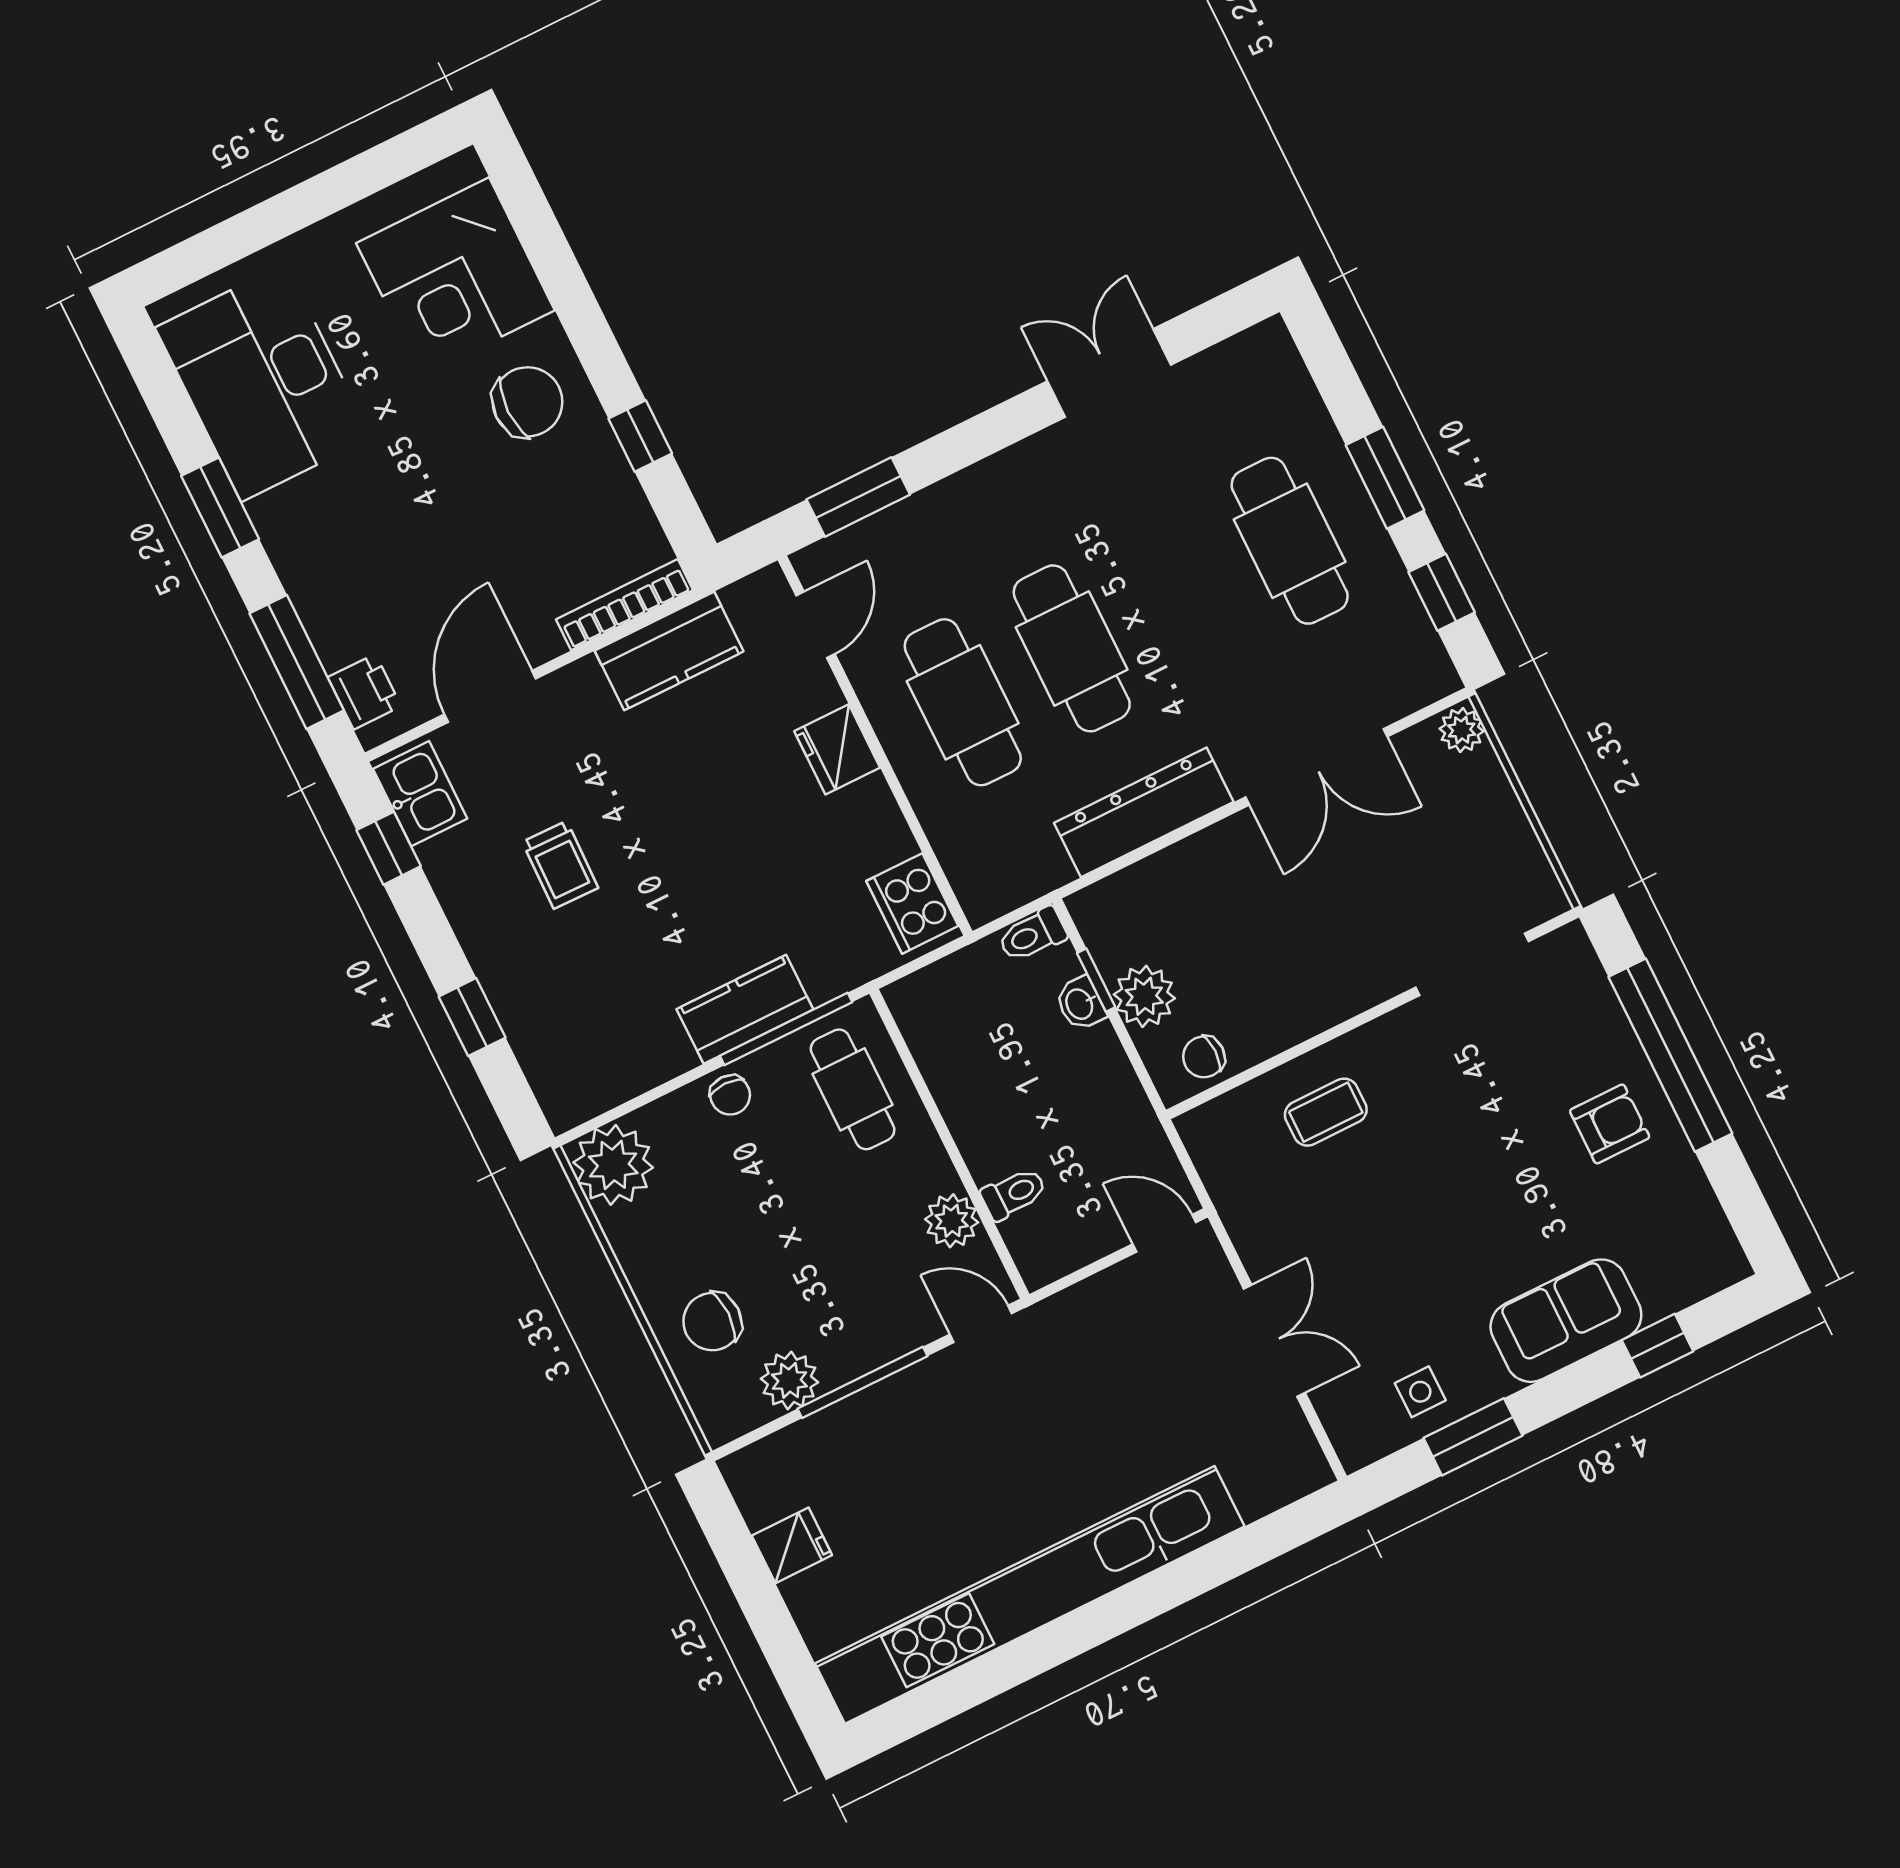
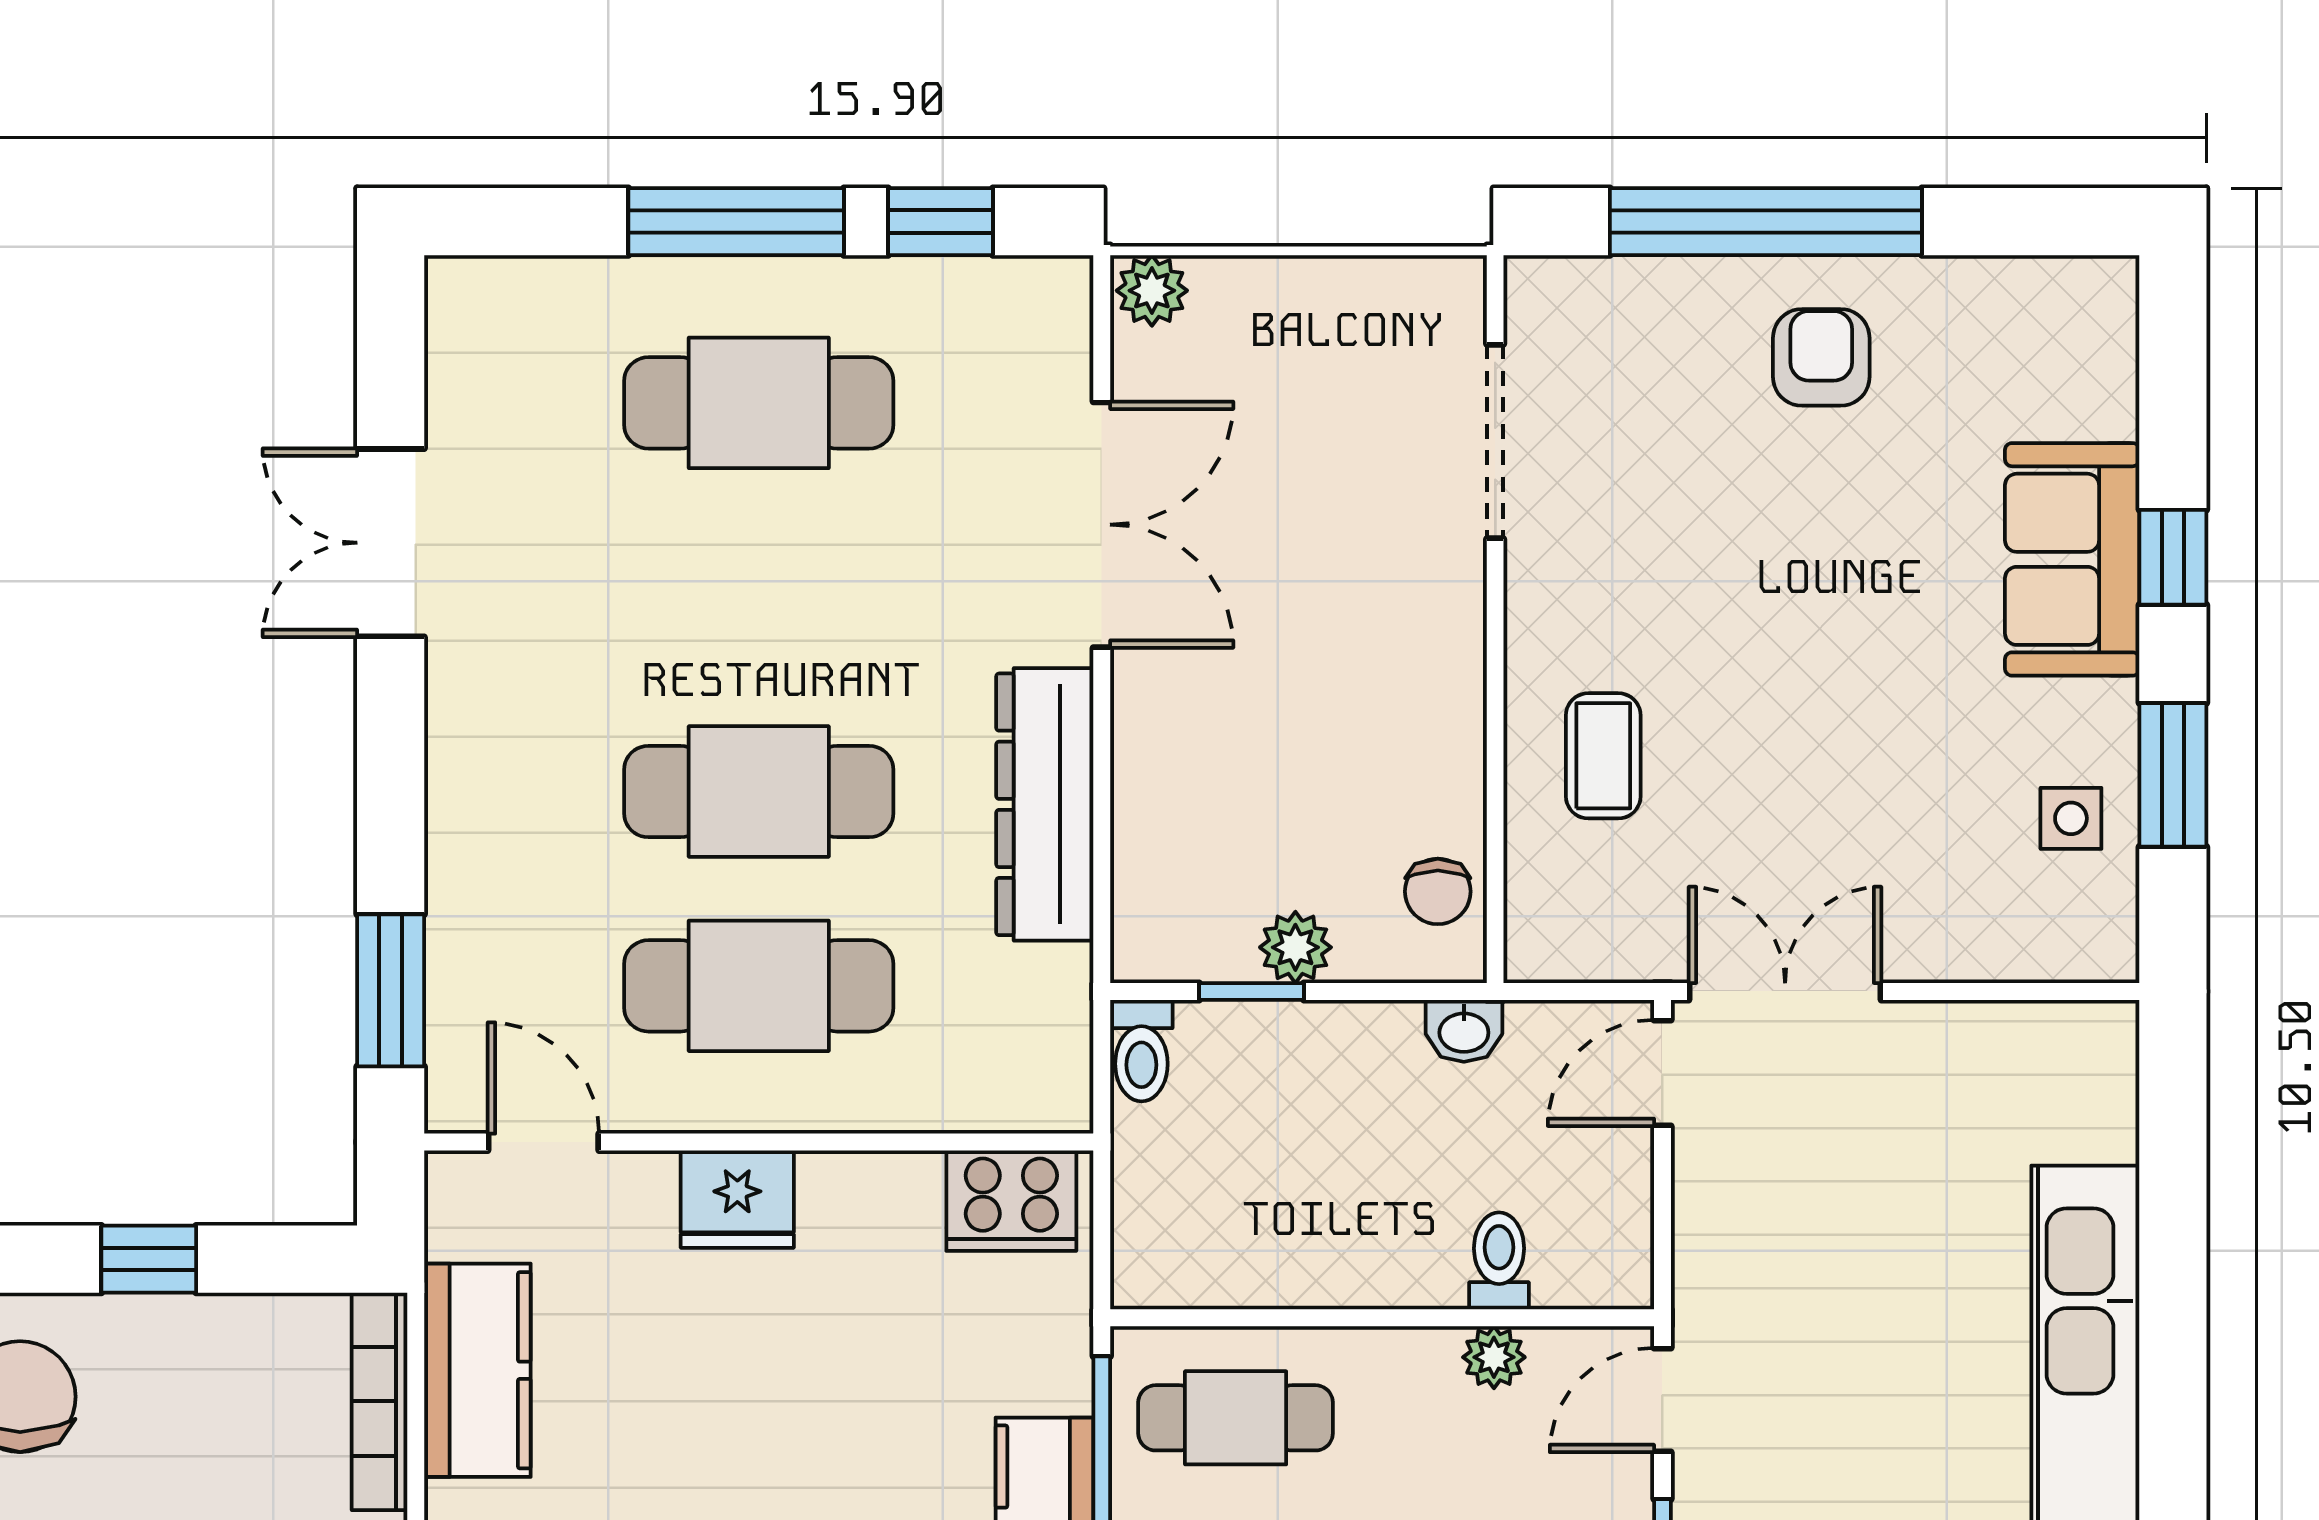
window: (1385, 478) -> (736, 222), width x1.44
plant: (1144, 996) -> (1295, 947), width x0.73, depth x0.73
washbasin: (1080, 1004) -> (1464, 1031), moved
plant: (952, 1221) -> (1494, 1357), width x0.73, depth x0.73
double door: (1274, 1341) -> (1785, 991), moved
window: (1658, 1346) -> (2173, 557), moved

